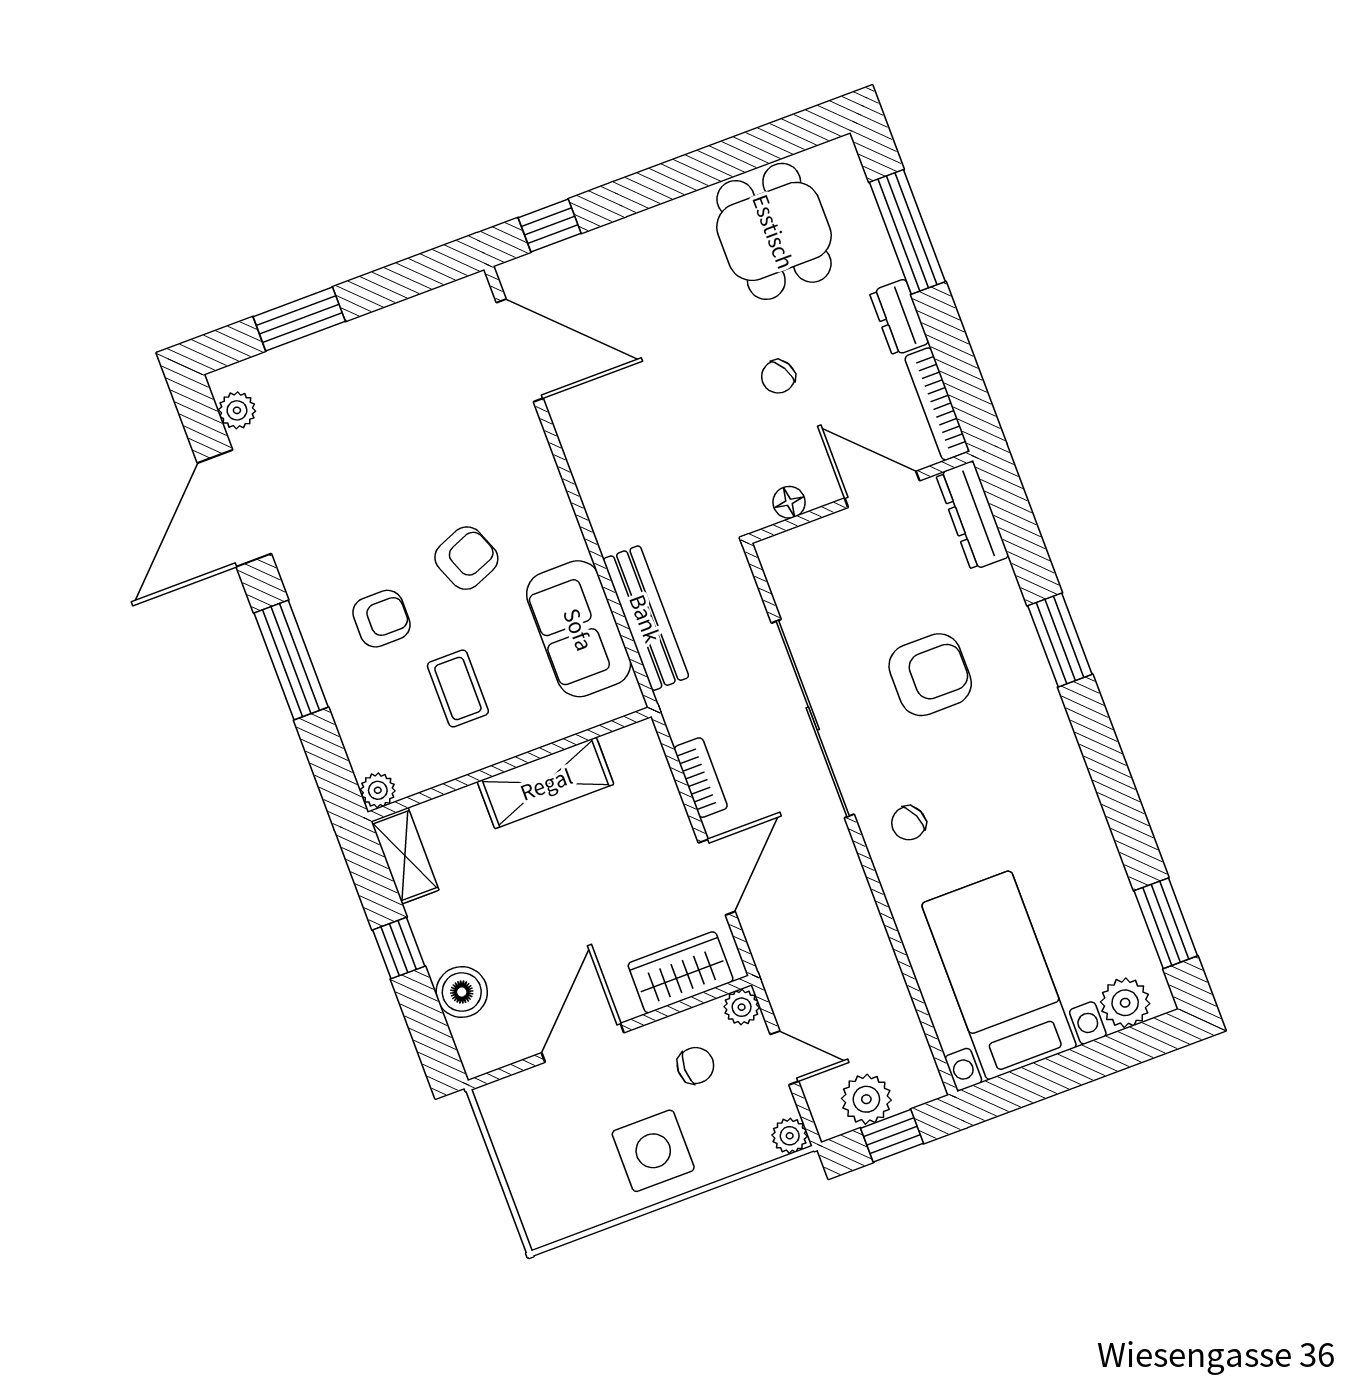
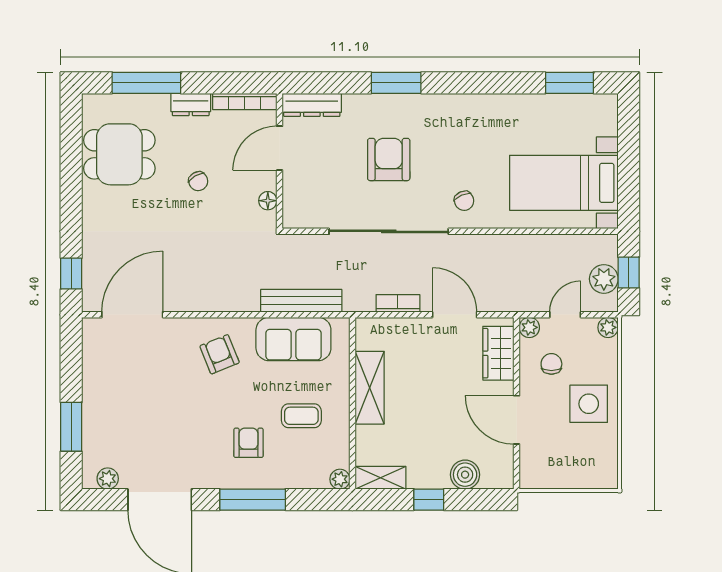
armchair: (466, 558) -> (220, 354), moved
plant: (1125, 1003) -> (604, 121), removed

